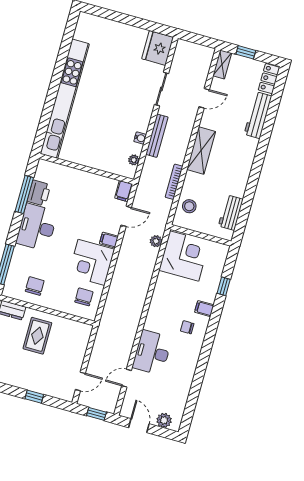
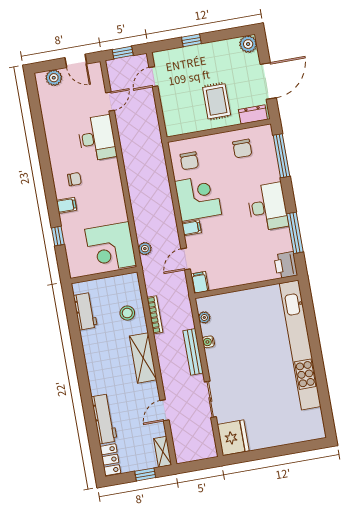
printer: (39, 193) -> (286, 265), moved
stool: (189, 206) -> (127, 313), moved

